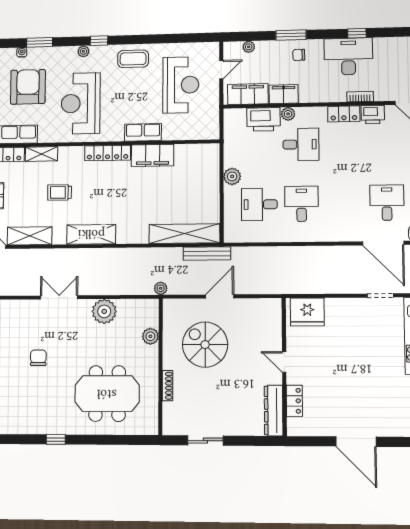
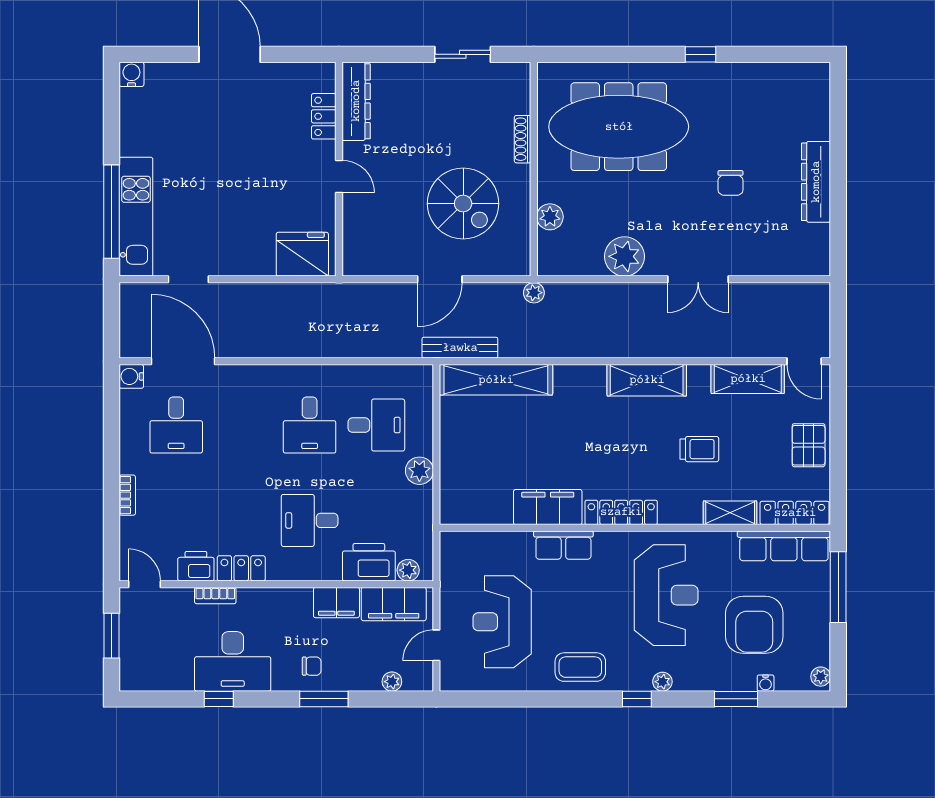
plant: (288, 114) -> (408, 570), moved
meeting table: (107, 394) -> (619, 127), width x1.36

